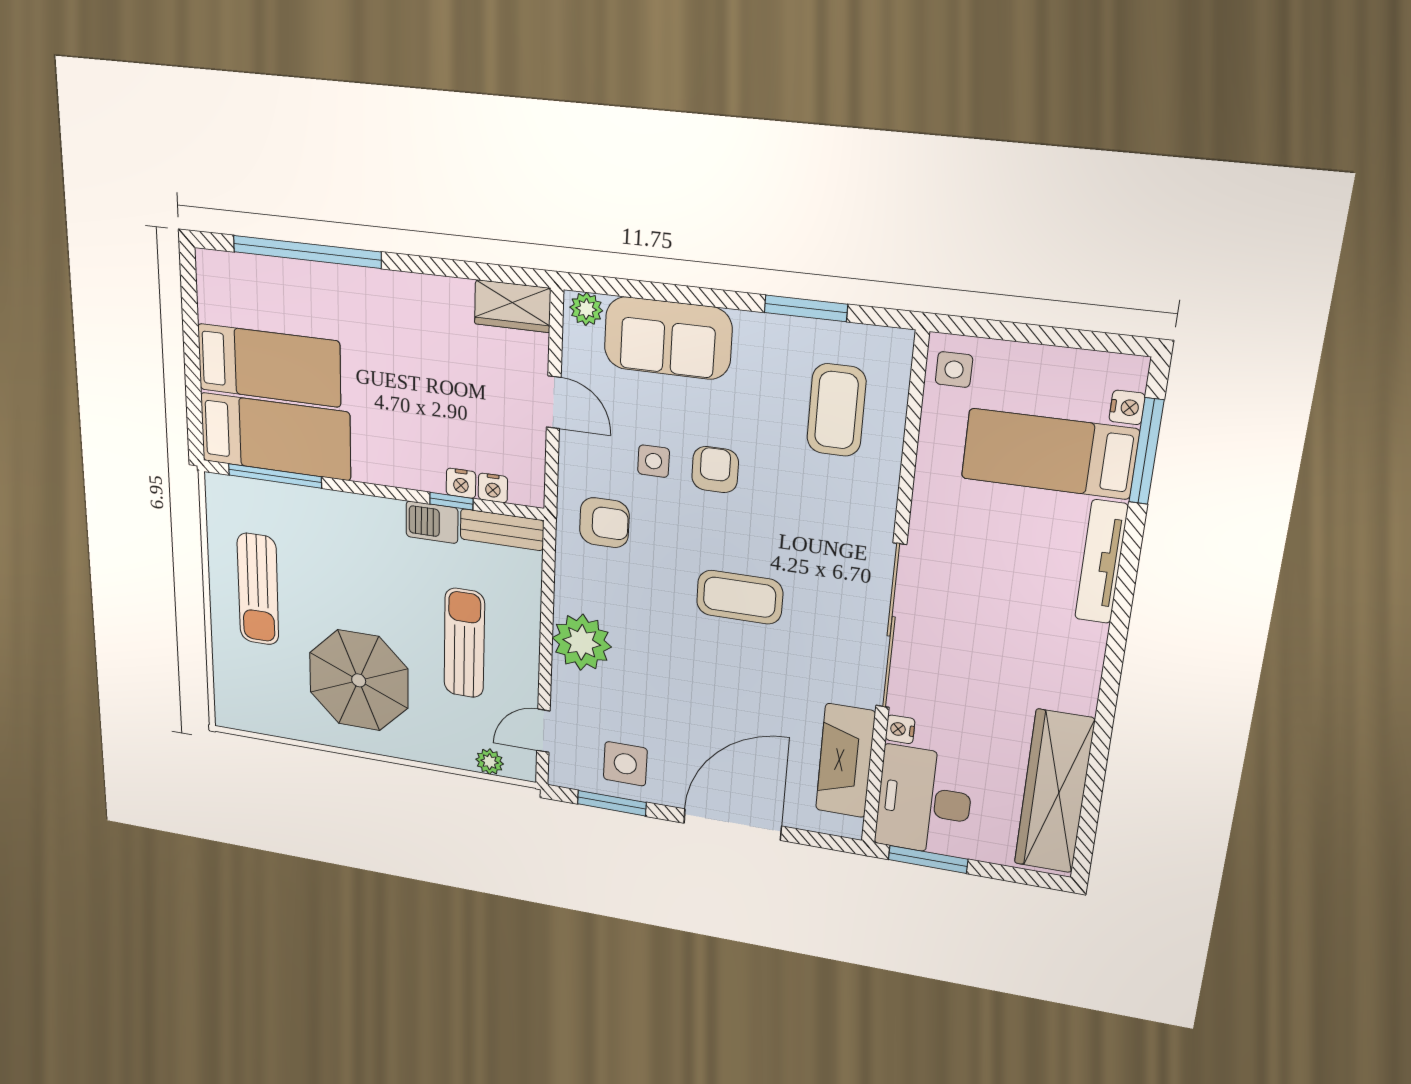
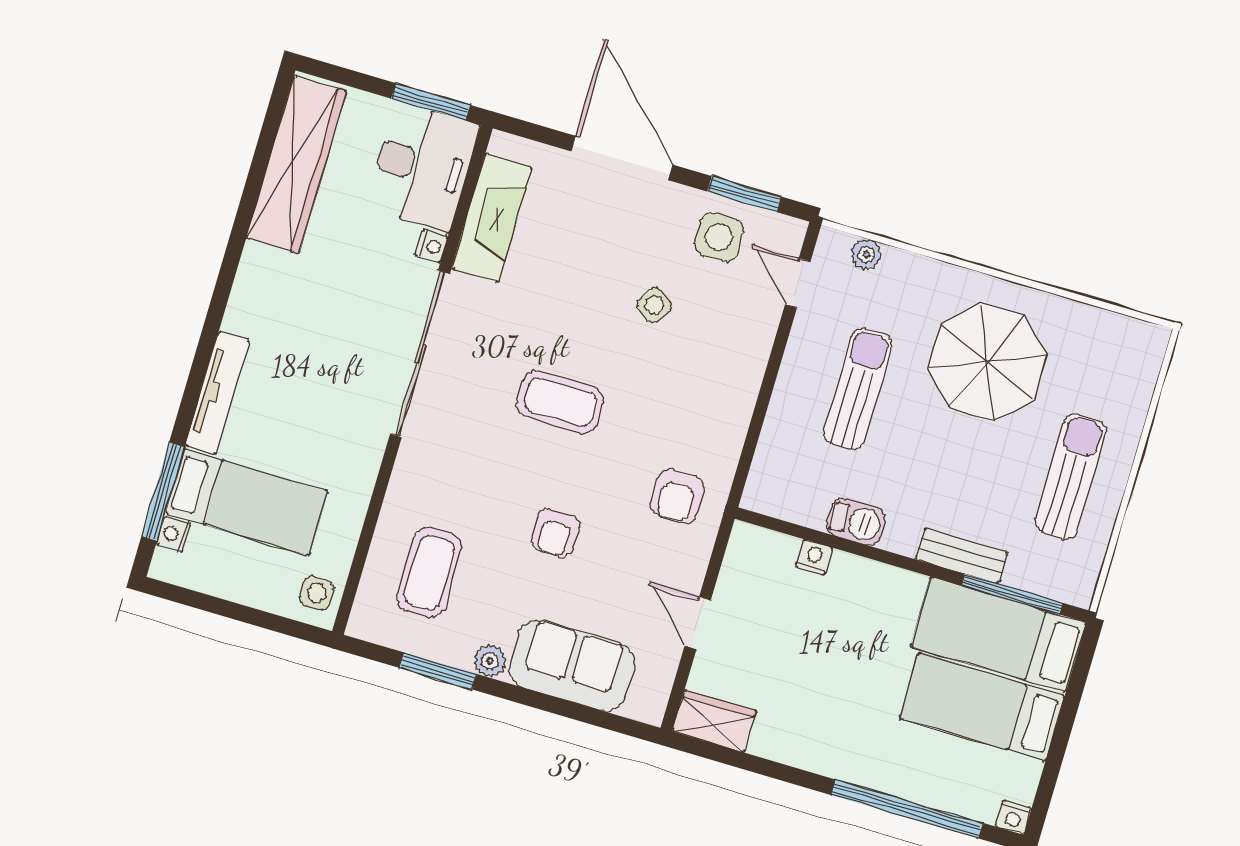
plant: (586, 309) -> (490, 661), moved
side table: (654, 461) -> (654, 305), moved, turned 37
nightstand: (493, 488) -> (1013, 817), moved, turned 180
window: (451, 501) -> (829, 540), removed
armchair: (604, 523) -> (677, 496), turned -90
bench: (502, 530) -> (962, 556), moved
plant: (582, 642) -> (732, 375), removed
sun lounger: (464, 643) -> (858, 389), turned 180
door: (543, 731) -> (798, 283), swing flipped
door: (732, 825) -> (622, 158), swing flipped

